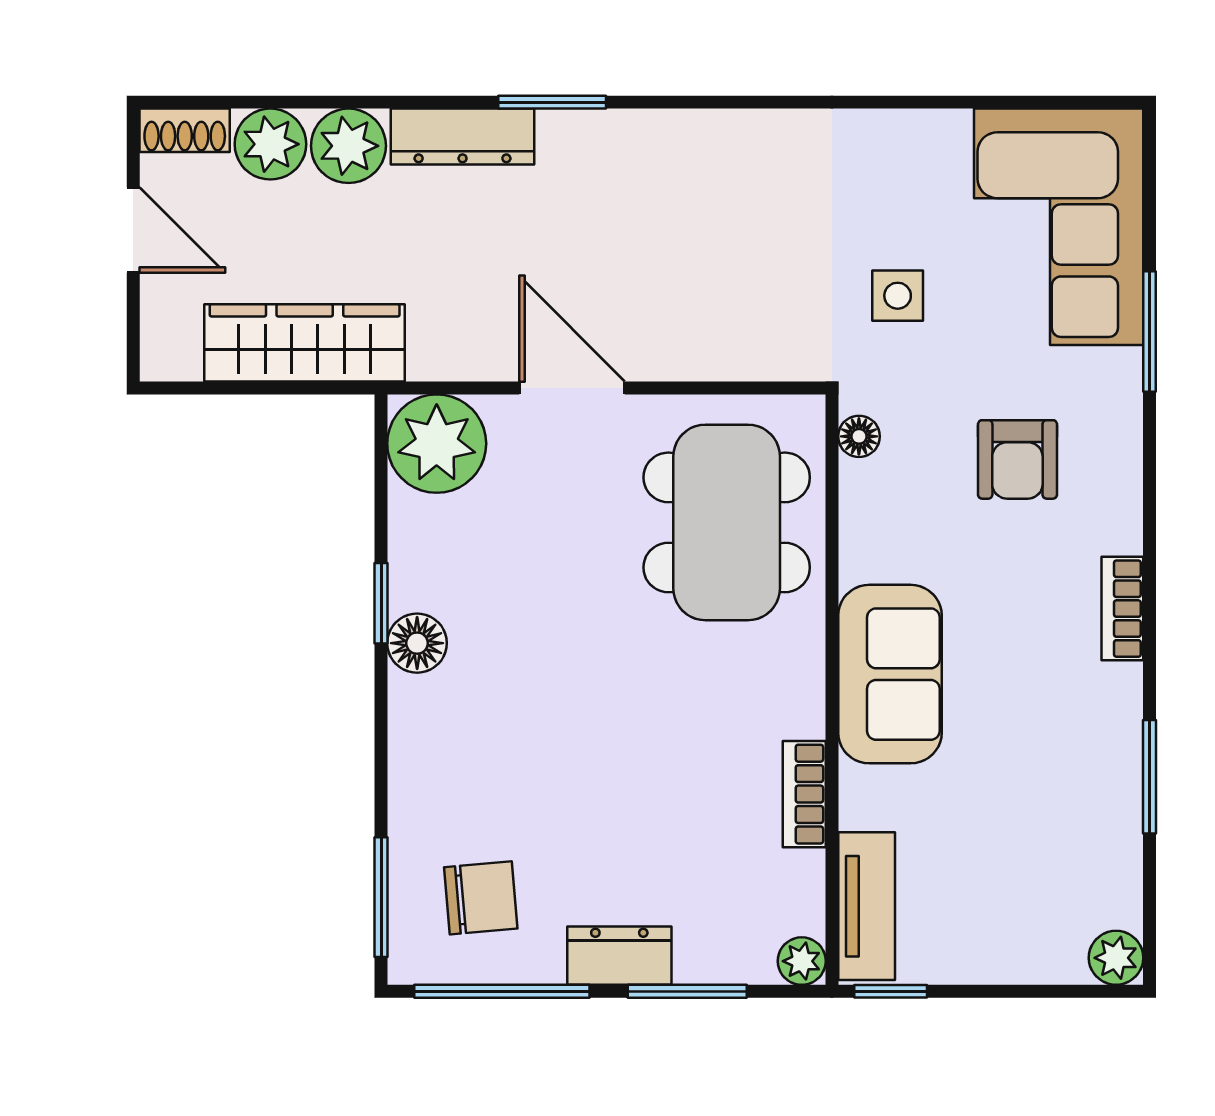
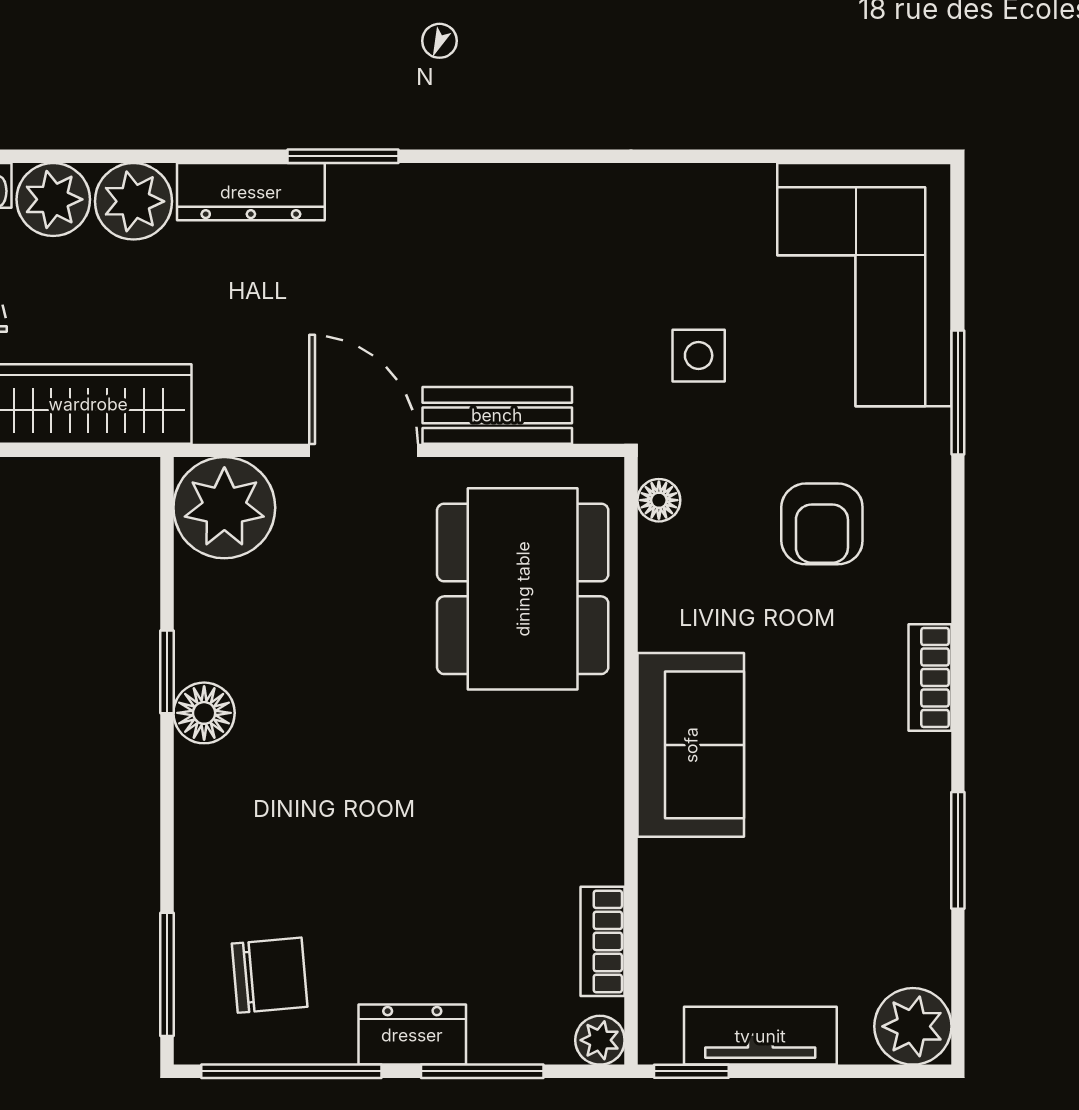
bench: (702, 354) -> (497, 415), added
bookcase: (804, 794) -> (603, 941), moved
tv unit: (867, 906) -> (760, 1036), moved, turned -90
plant: (1116, 958) -> (913, 1026), width x1.38, depth x1.38

